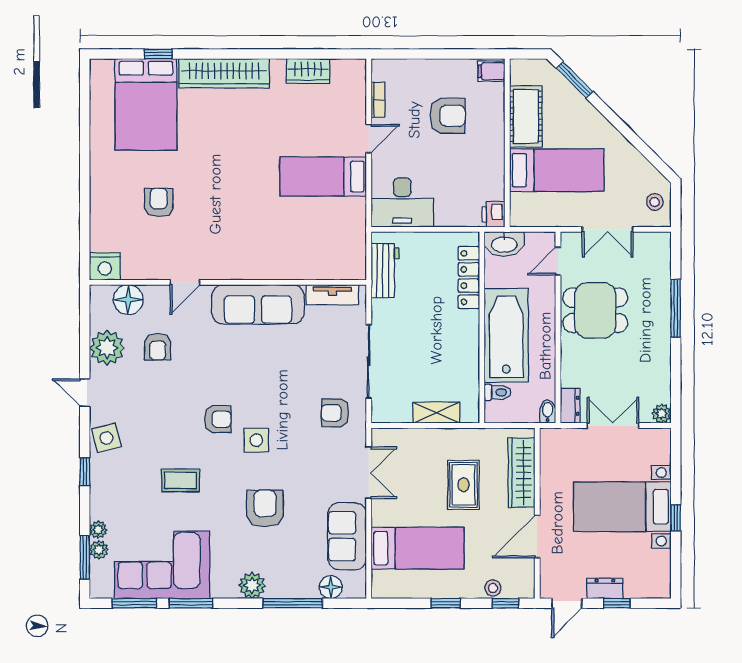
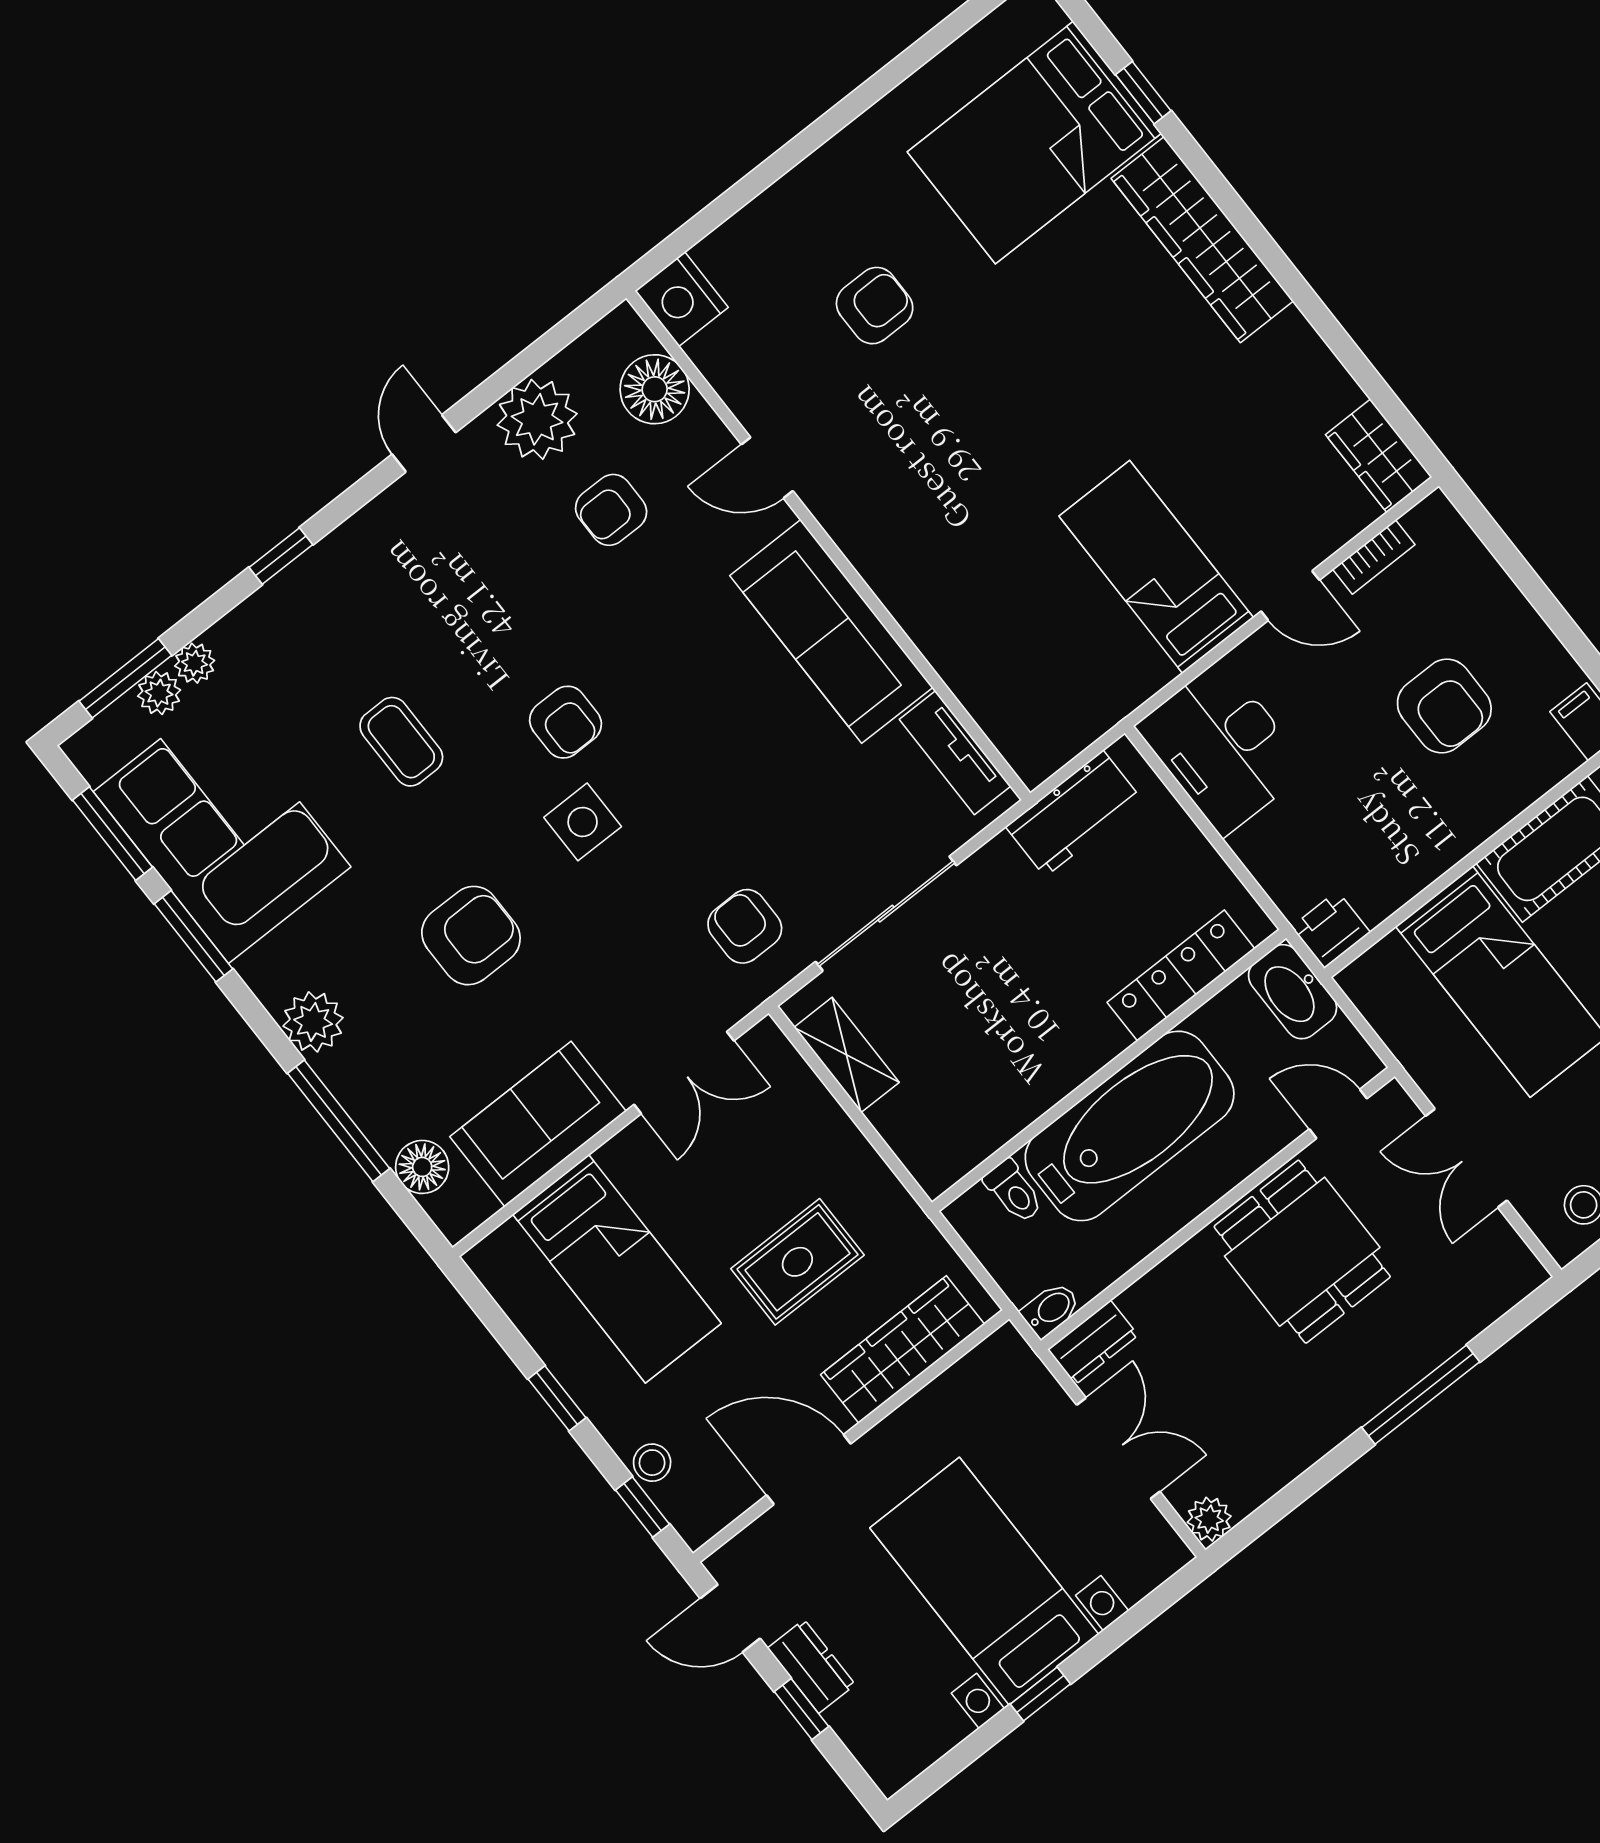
wardrobe: (308, 71) -> (1379, 456), moved
shelving: (436, 413) -> (847, 1055), moved
side table: (106, 438) -> (373, 547), removed

